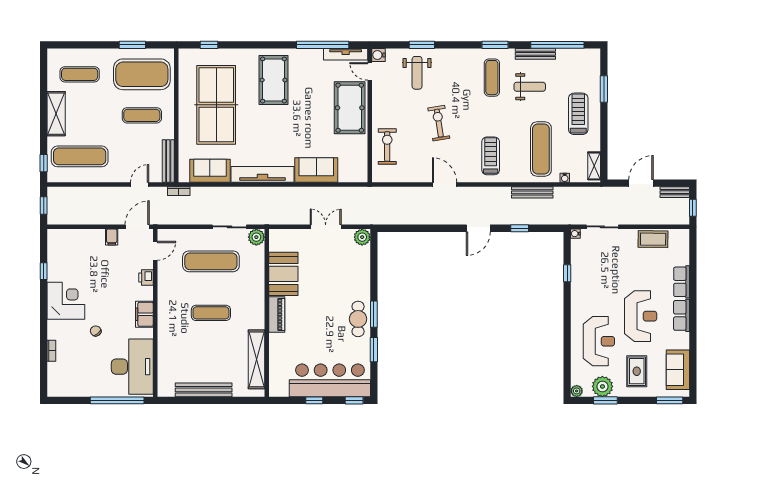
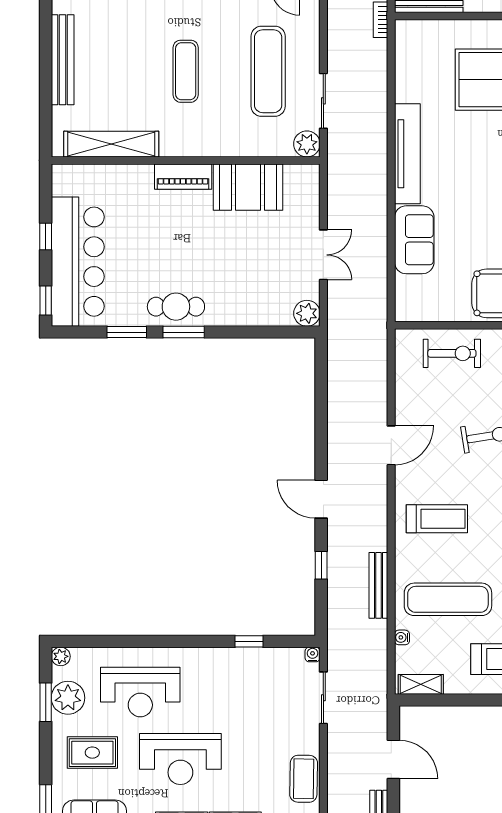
sofa: (210, 171) -> (413, 70), removed

